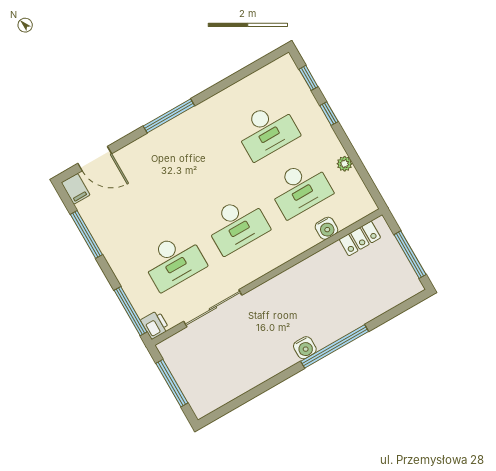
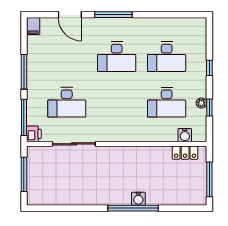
window: (308, 78) -> (209, 107), moved
door: (95, 159) -> (70, 15), moved
desk: (237, 225) -> (117, 57), moved
water cooler: (326, 228) -> (185, 135), moved
window: (86, 235) -> (24, 72), moved
water cooler: (305, 348) -> (138, 199), moved

